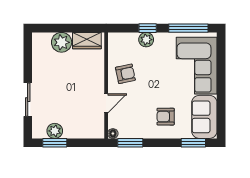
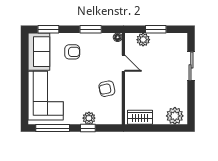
plant: (62, 42) -> (175, 116), moved
door: (106, 103) -> (123, 63), swing flipped
plant: (55, 131) -> (143, 40), moved
window: (55, 143) -> (156, 29), moved
window: (130, 143) -> (91, 29), moved

